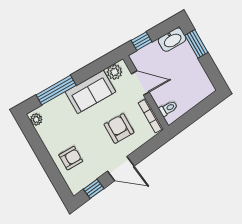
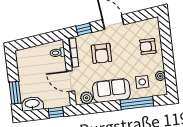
side table: (60, 116) -> (142, 82), added
plant: (36, 119) -> (160, 76), moved
window: (94, 189) -> (84, 29), moved

